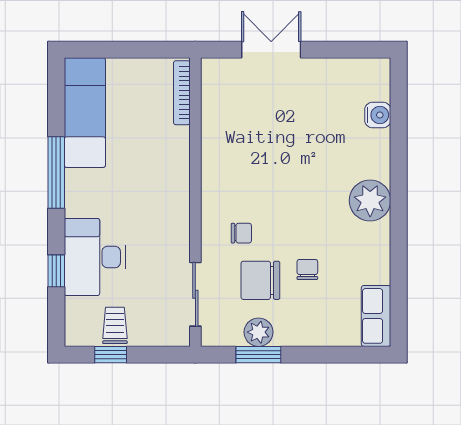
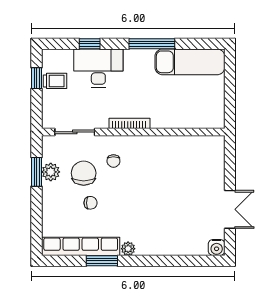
double door: (271, 50) -> (230, 209), moved
bookcase: (182, 93) -> (129, 123), moved
water cooler: (378, 115) -> (217, 247), moved
plant: (370, 201) -> (128, 249), width x0.53, depth x0.53
window: (399, 251) -> (102, 261), added
row of seats: (376, 316) -> (81, 246), width x2.02

